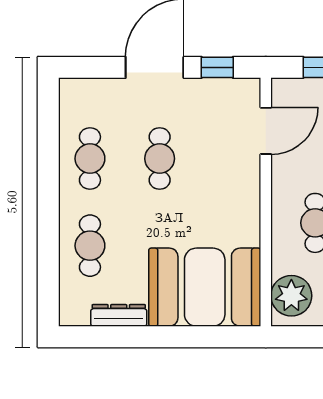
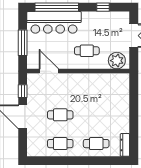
booth: (205, 287) -> (113, 96), removed
dresser: (119, 315) -> (125, 145), moved

